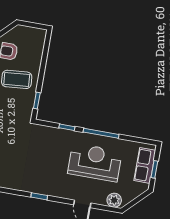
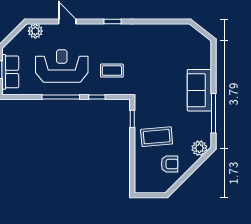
coffee table: (48, 150) -> (112, 71), added
reception desk: (95, 162) -> (62, 66), turned 180

